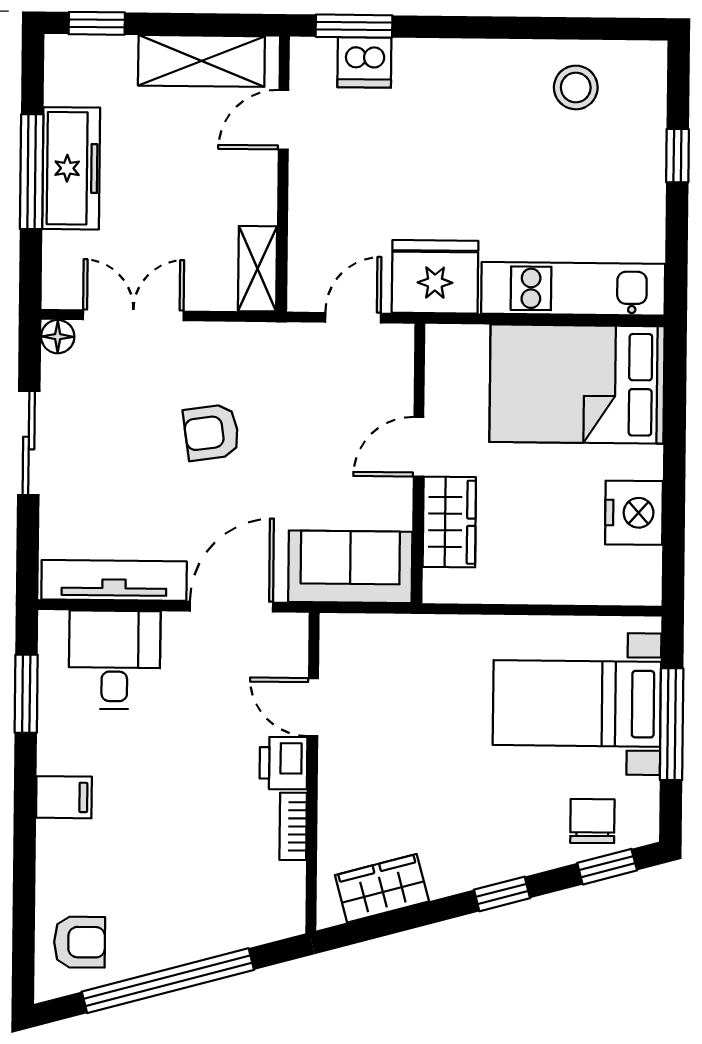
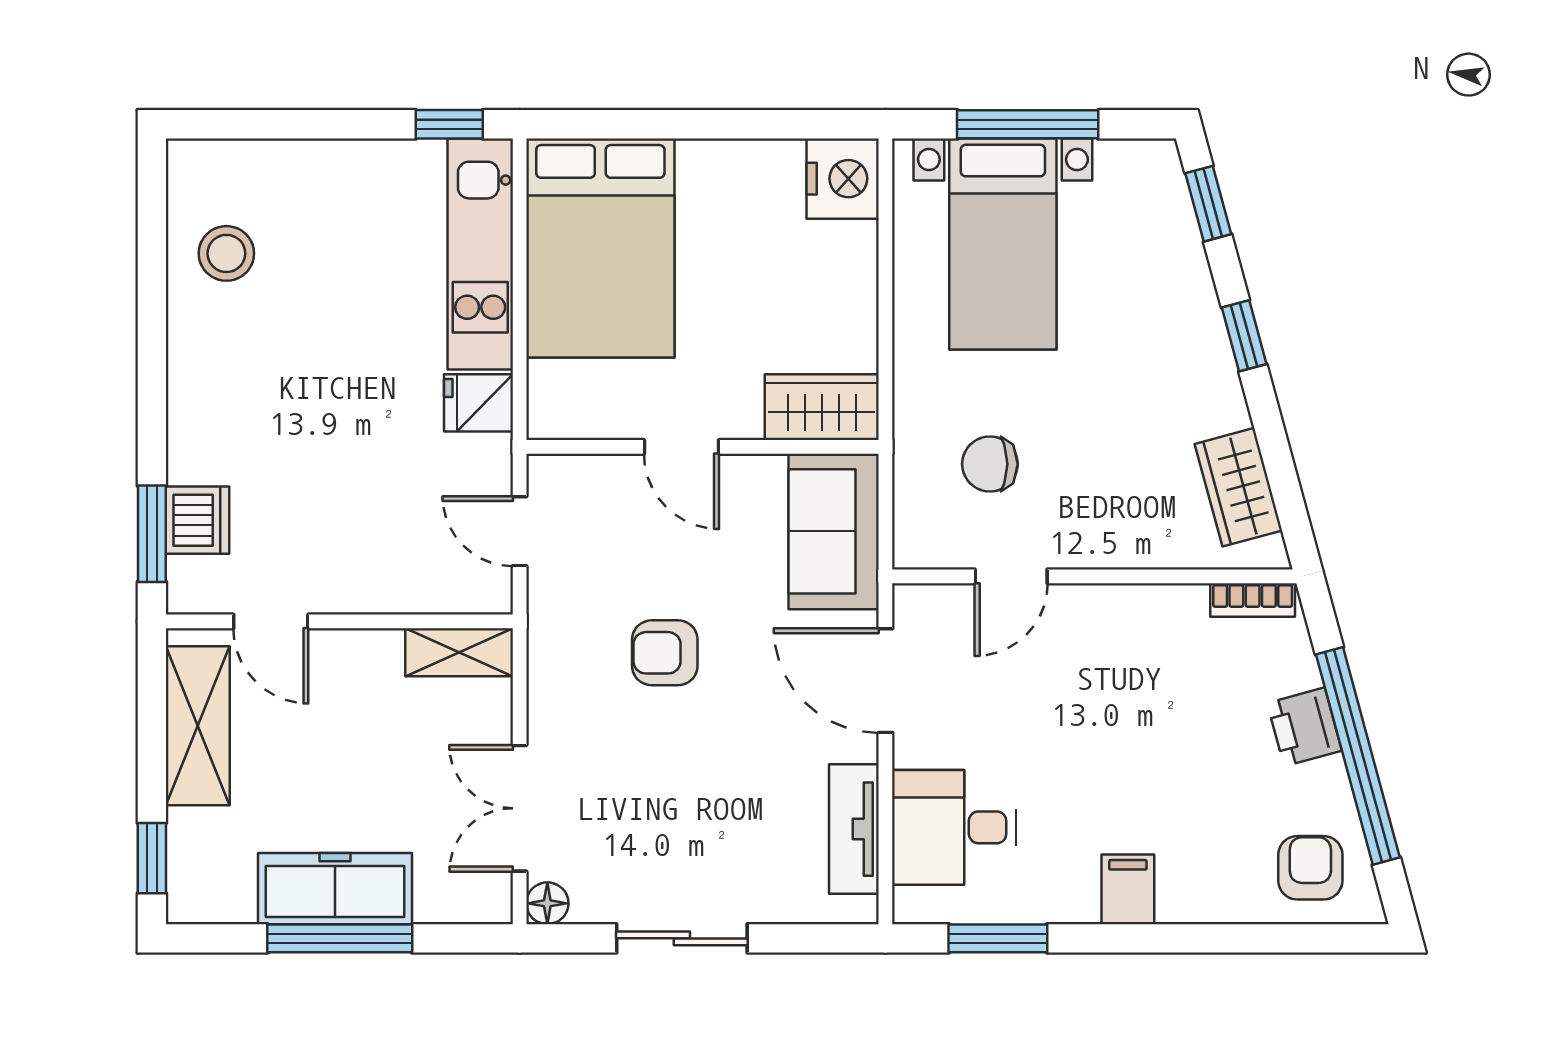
window: (677, 156) -> (449, 124), moved
fridge: (435, 277) -> (478, 403), width x0.53, depth x0.75
armchair: (211, 432) -> (665, 653), moved, turned 98
nightstand: (634, 513) -> (843, 179), moved, turned 90
wardrobe: (449, 522) -> (822, 407), moved
tv unit: (114, 580) -> (854, 829), width x0.71
printer: (283, 763) -> (1304, 727), moved, turned 75
chair: (592, 821) -> (990, 464), moved
bookcase: (293, 826) -> (1253, 600), moved

